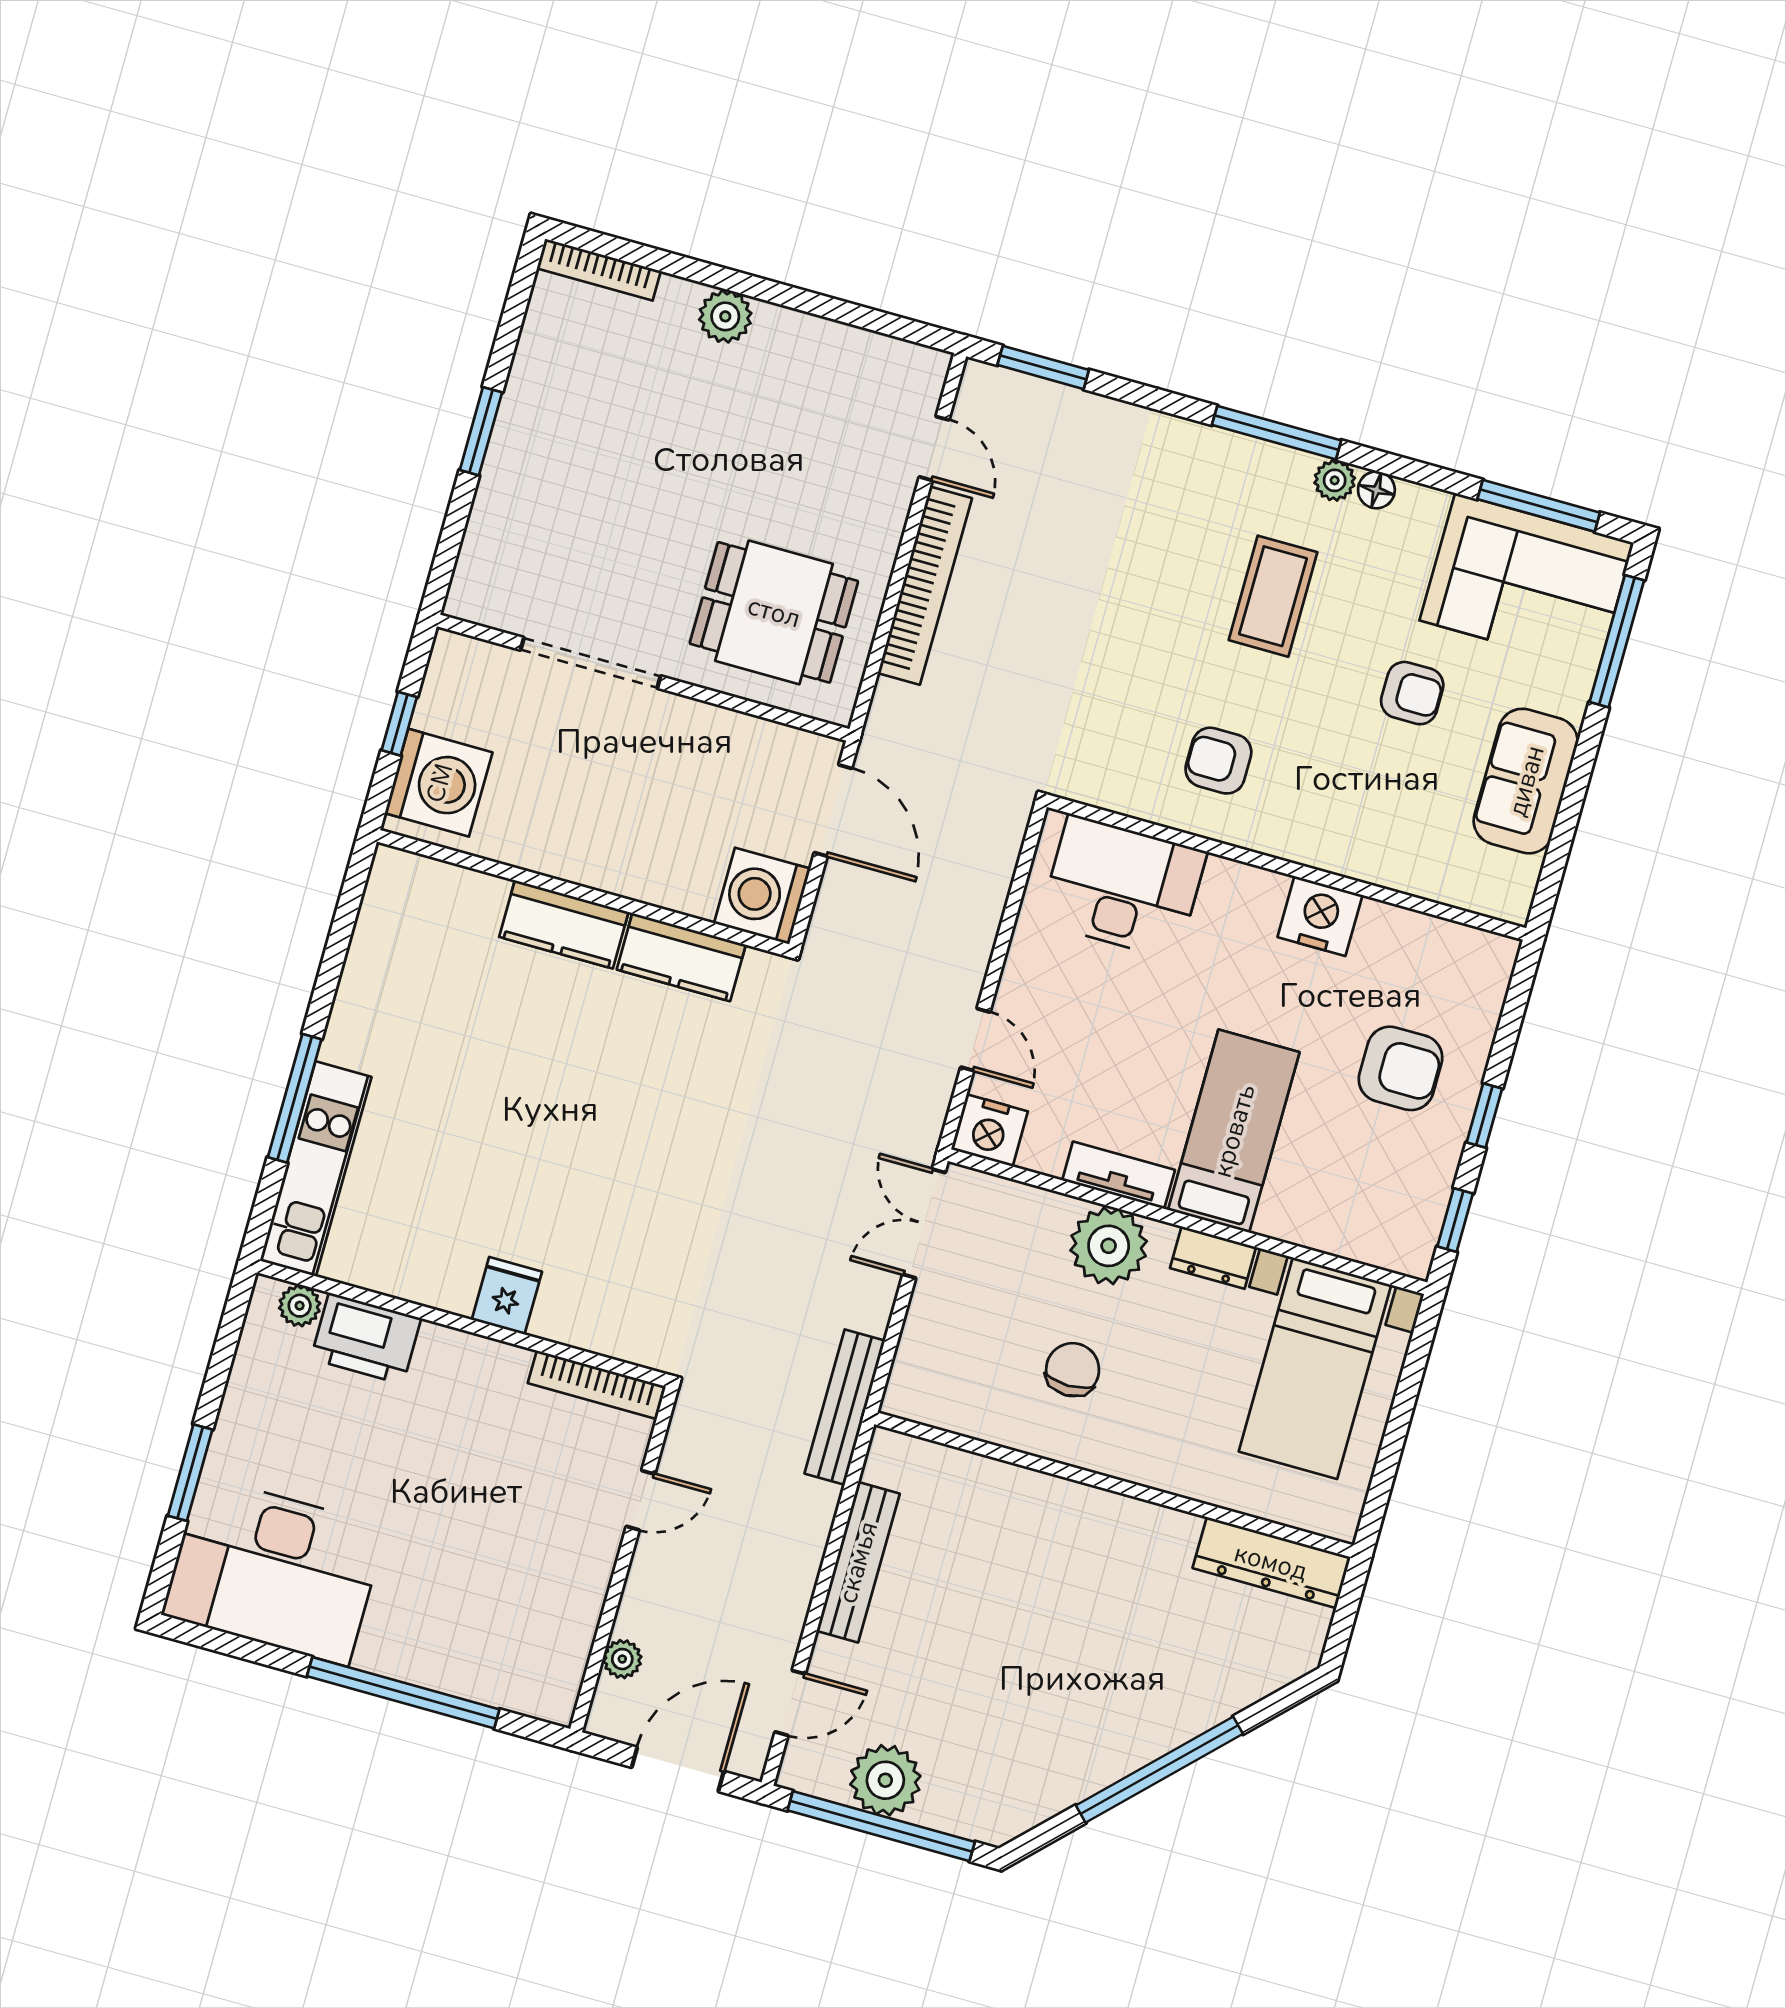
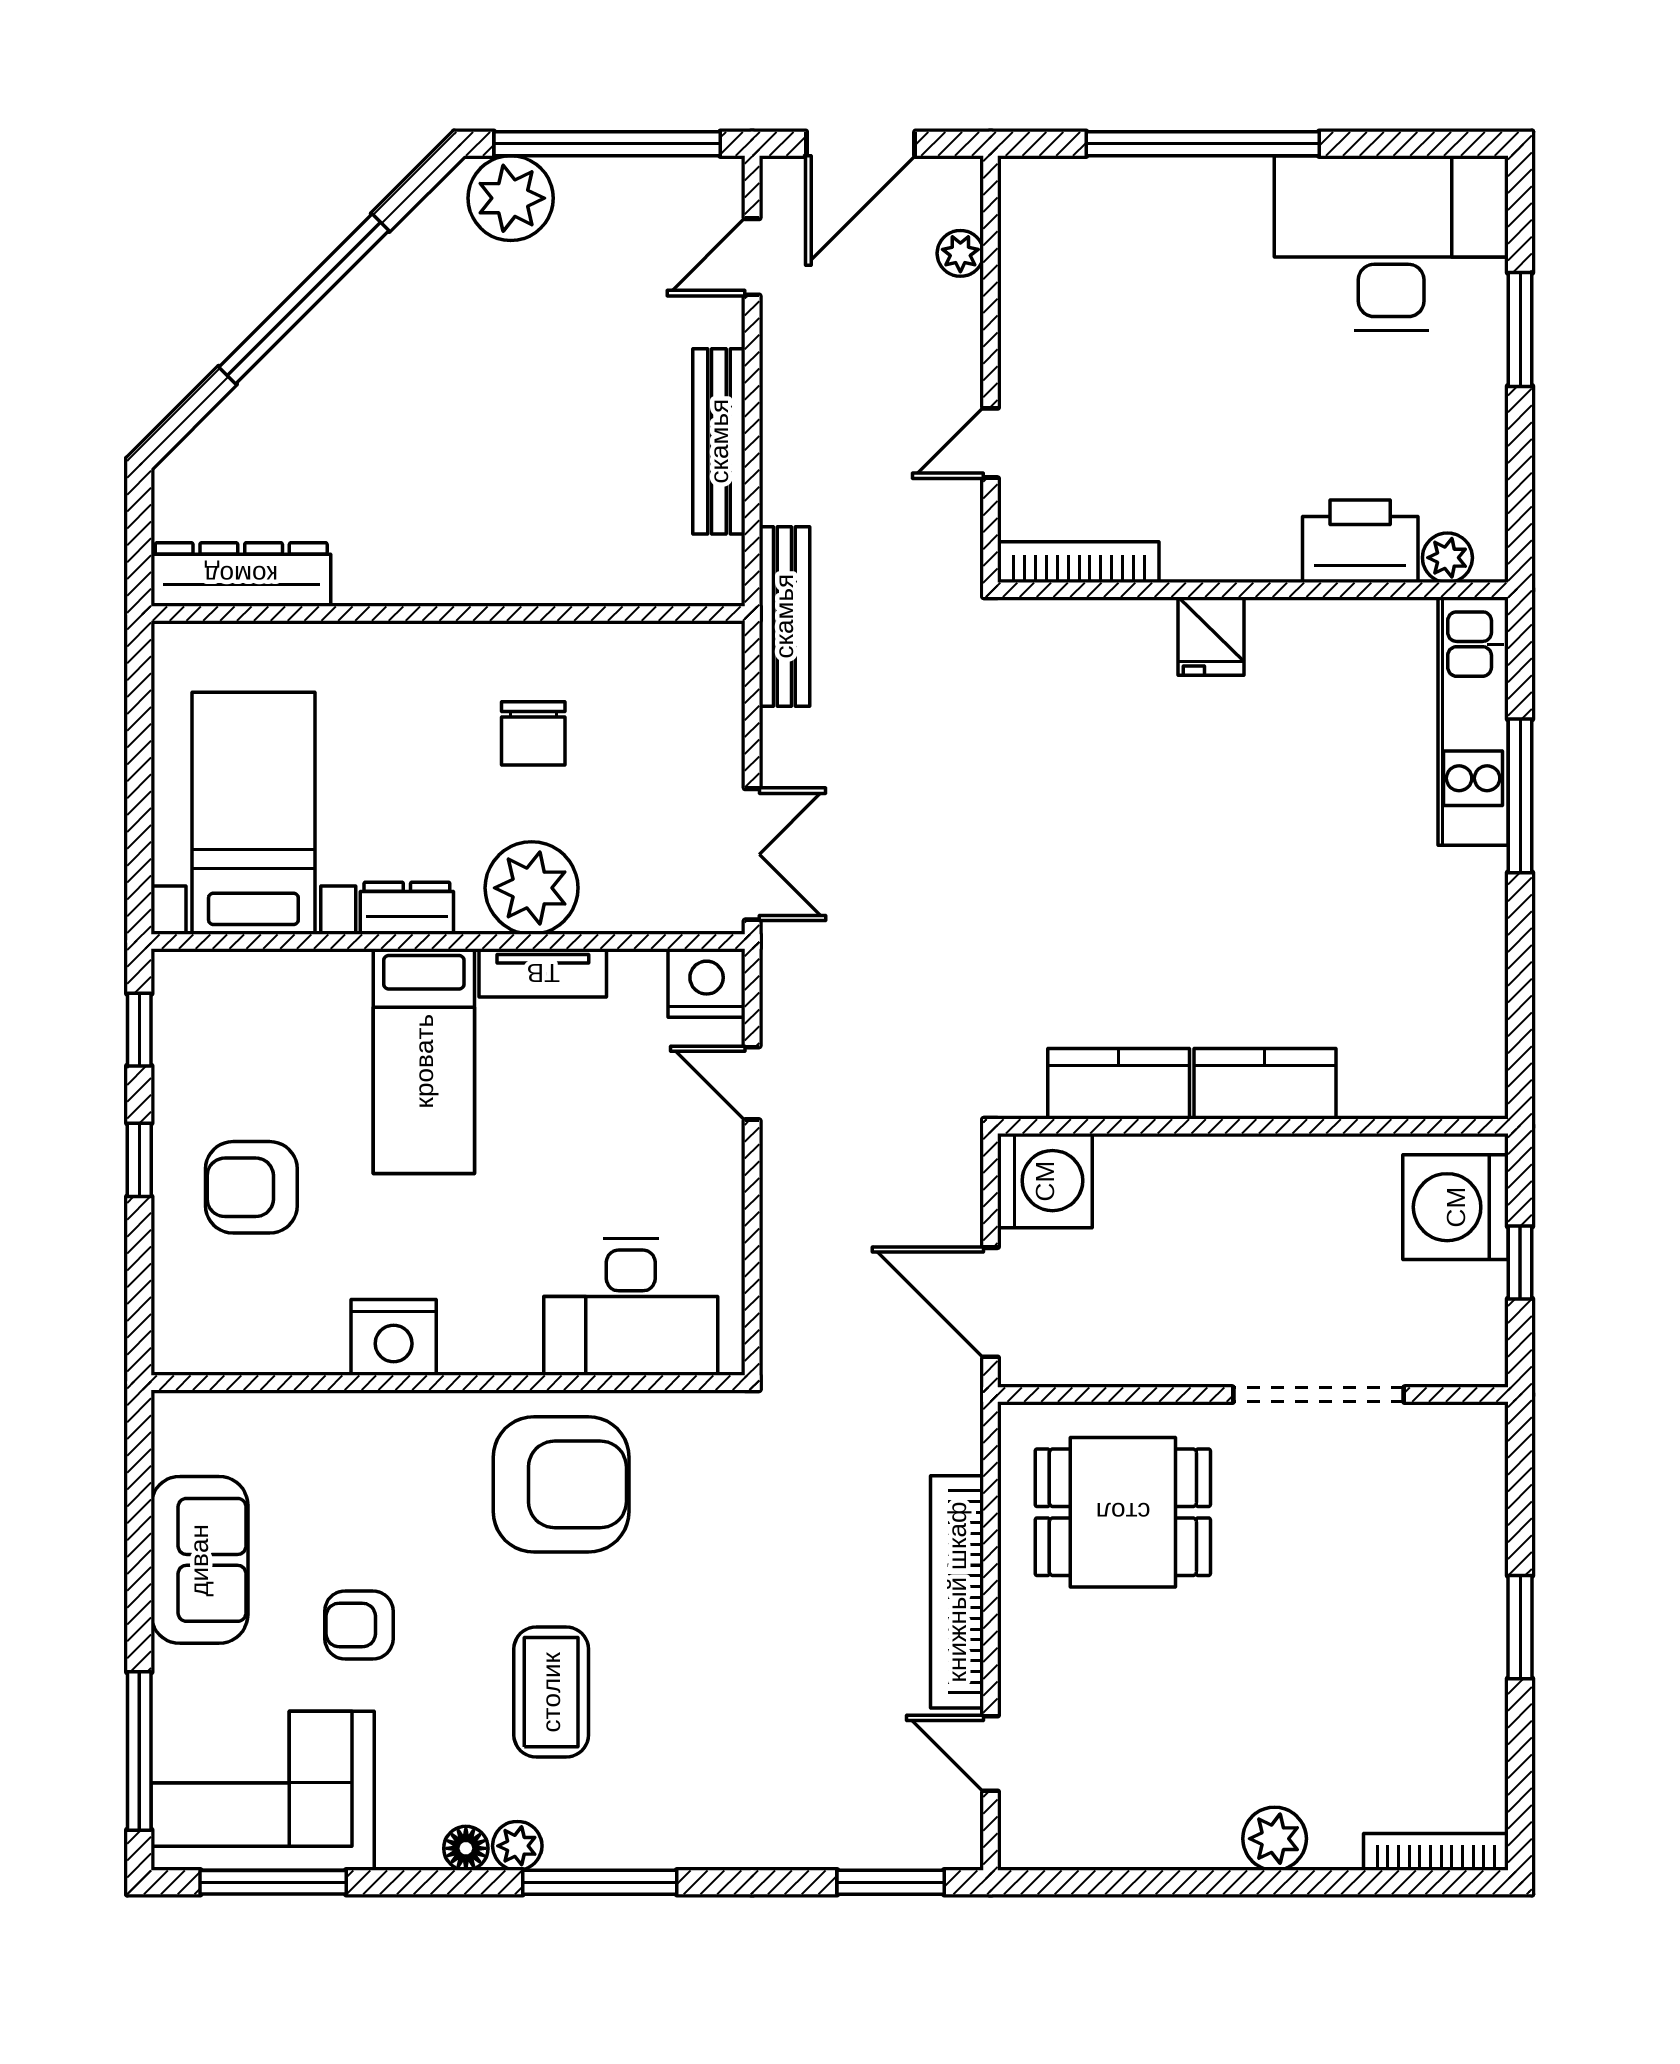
armchair: (1218, 761) -> (561, 1484), width x1.88, depth x1.88
plant: (885, 1780) -> (511, 198), moved

